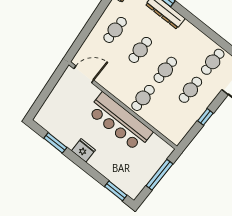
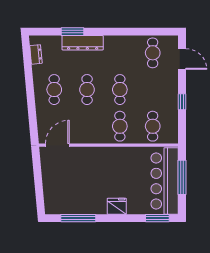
cafe table: (190, 90) -> (153, 126), moved
bar counter: (120, 122) -> (165, 181), moved, turned 90
window: (55, 143) -> (78, 218), width x1.44
fridge: (83, 150) -> (117, 206), moved

